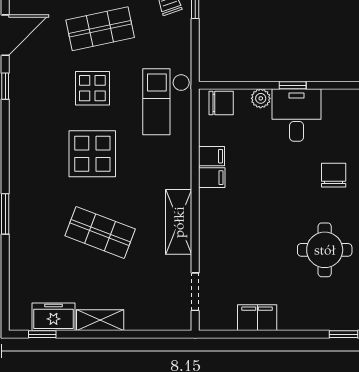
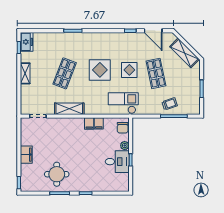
chair: (334, 175) -> (90, 178), removed
freezer: (53, 317) -> (27, 42), moved
filing cabinet: (257, 318) -> (26, 155), moved

